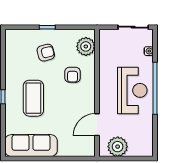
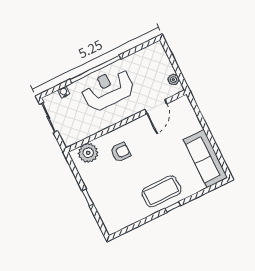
armchair: (46, 53) -> (112, 187), removed
coffee table: (33, 98) -> (161, 191), moved
door: (97, 125) -> (156, 107), hinge flipped
plant: (118, 147) -> (173, 80), width x0.53, depth x0.53

